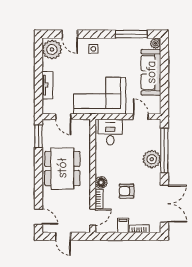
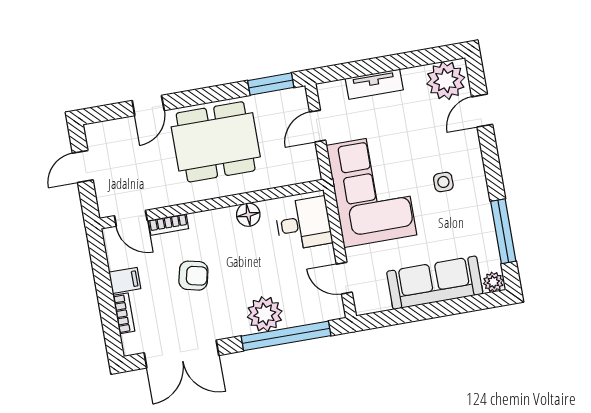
side table: (93, 49) -> (443, 182), moved
door: (141, 117) -> (344, 278), swing flipped
floor lamp: (101, 182) -> (248, 215), moved
armchair: (127, 191) -> (193, 276), turned 103
door: (38, 217) -> (148, 105), moved

